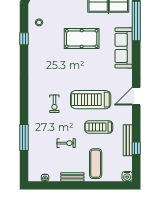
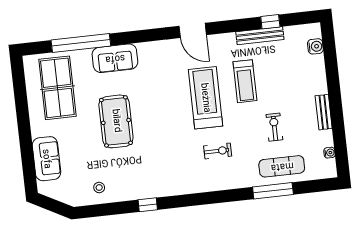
window: (24, 39) -> (148, 205), moved
sofa: (124, 48) -> (115, 58), width x0.73
treadmill: (91, 100) -> (205, 98), turned 180
exercise mat: (96, 164) -> (282, 166), moved
water cooler: (127, 176) -> (315, 46), moved

